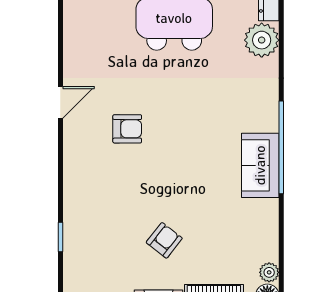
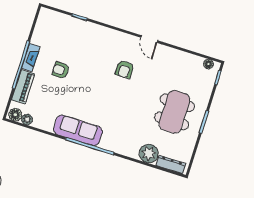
sofa: (260, 165) -> (78, 130), width x1.36
armchair: (164, 240) -> (61, 70), turned 142

